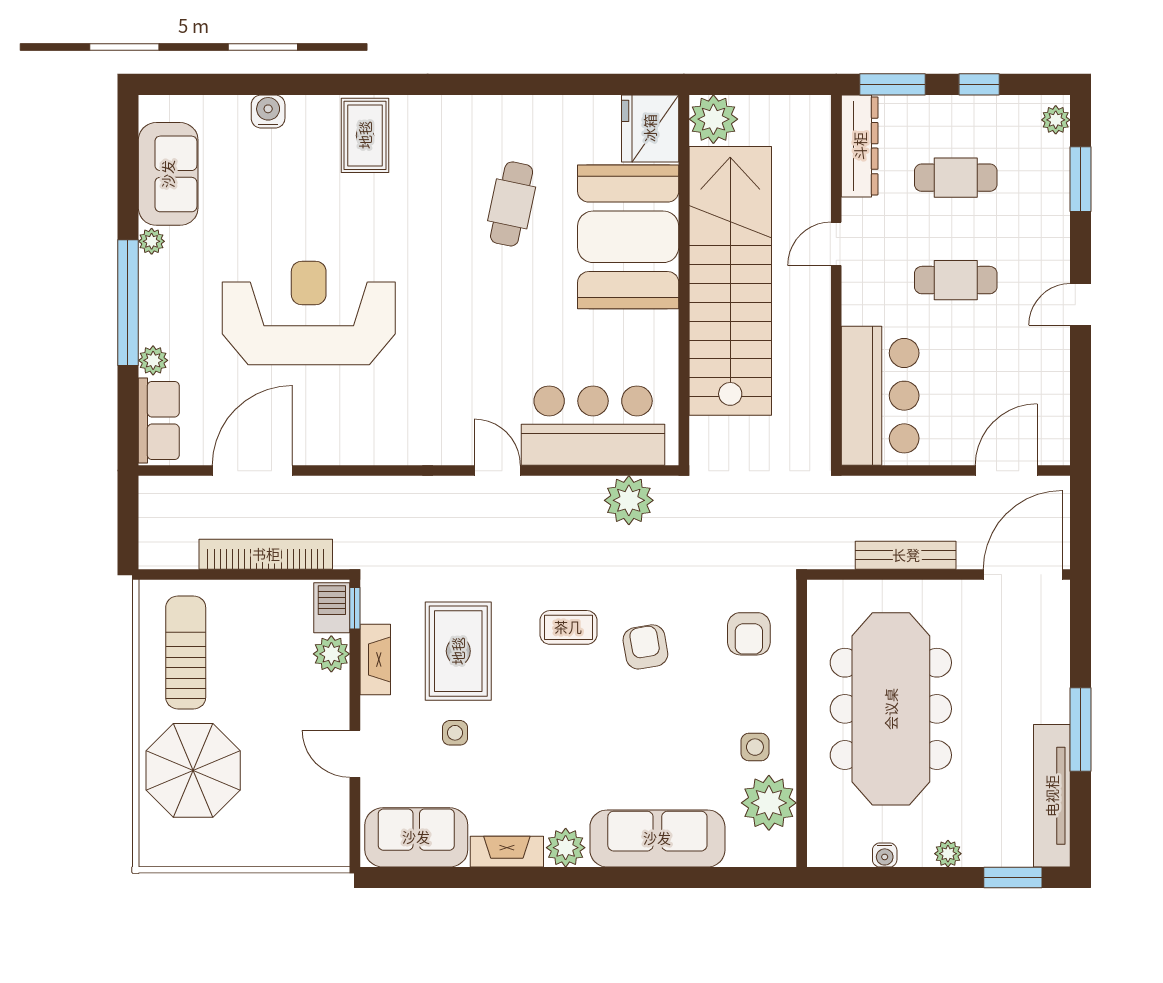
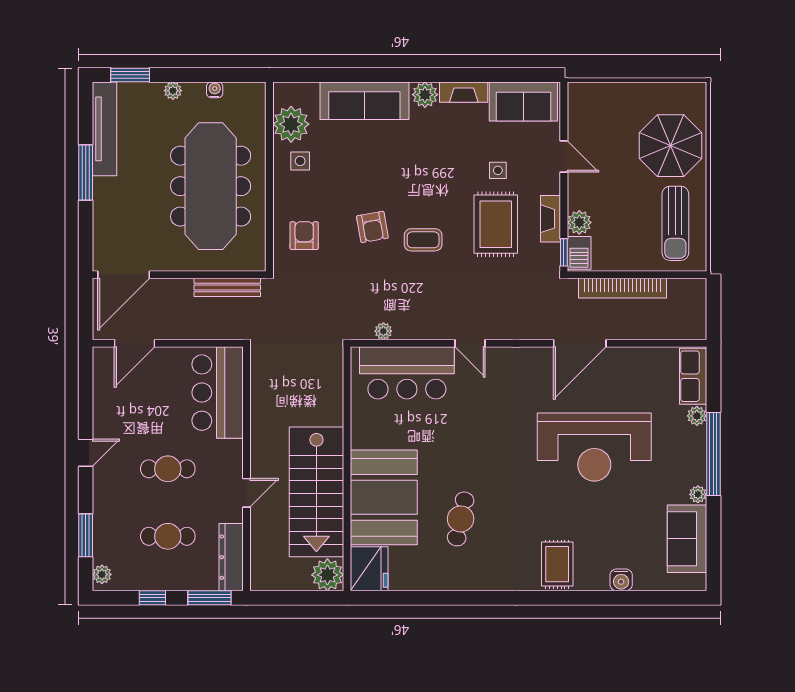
stairs: (730, 281) -> (316, 492), width x0.73
door: (252, 471) -> (580, 343), moved
plant: (629, 500) -> (383, 331), width x0.53, depth x0.53
bench: (906, 555) -> (227, 287), moved

